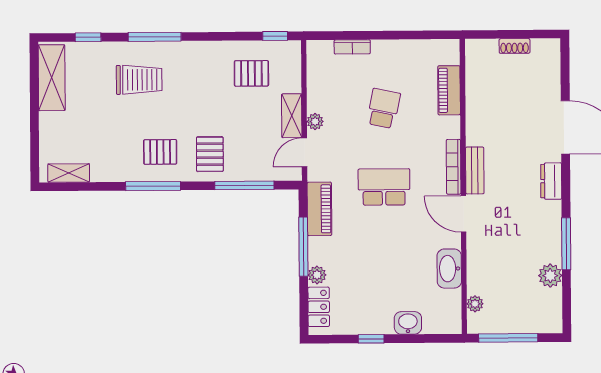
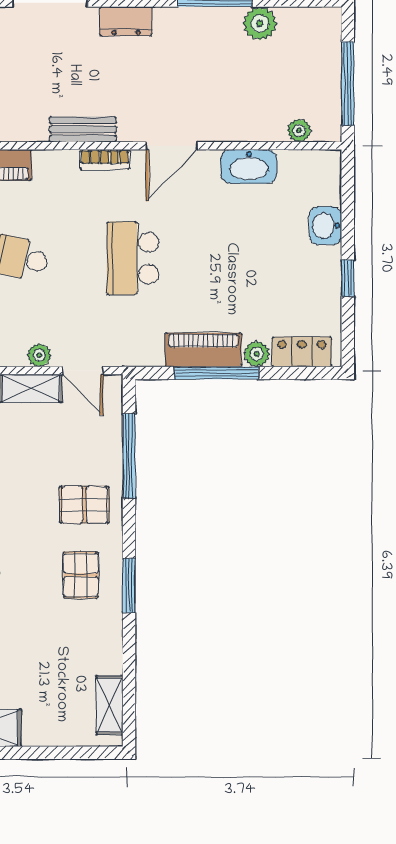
bookcase: (454, 167) -> (105, 159), width x0.64
bench: (475, 170) -> (83, 129), moved
window: (153, 186) -> (129, 585), width x0.69
piano: (319, 209) -> (203, 350), moved

